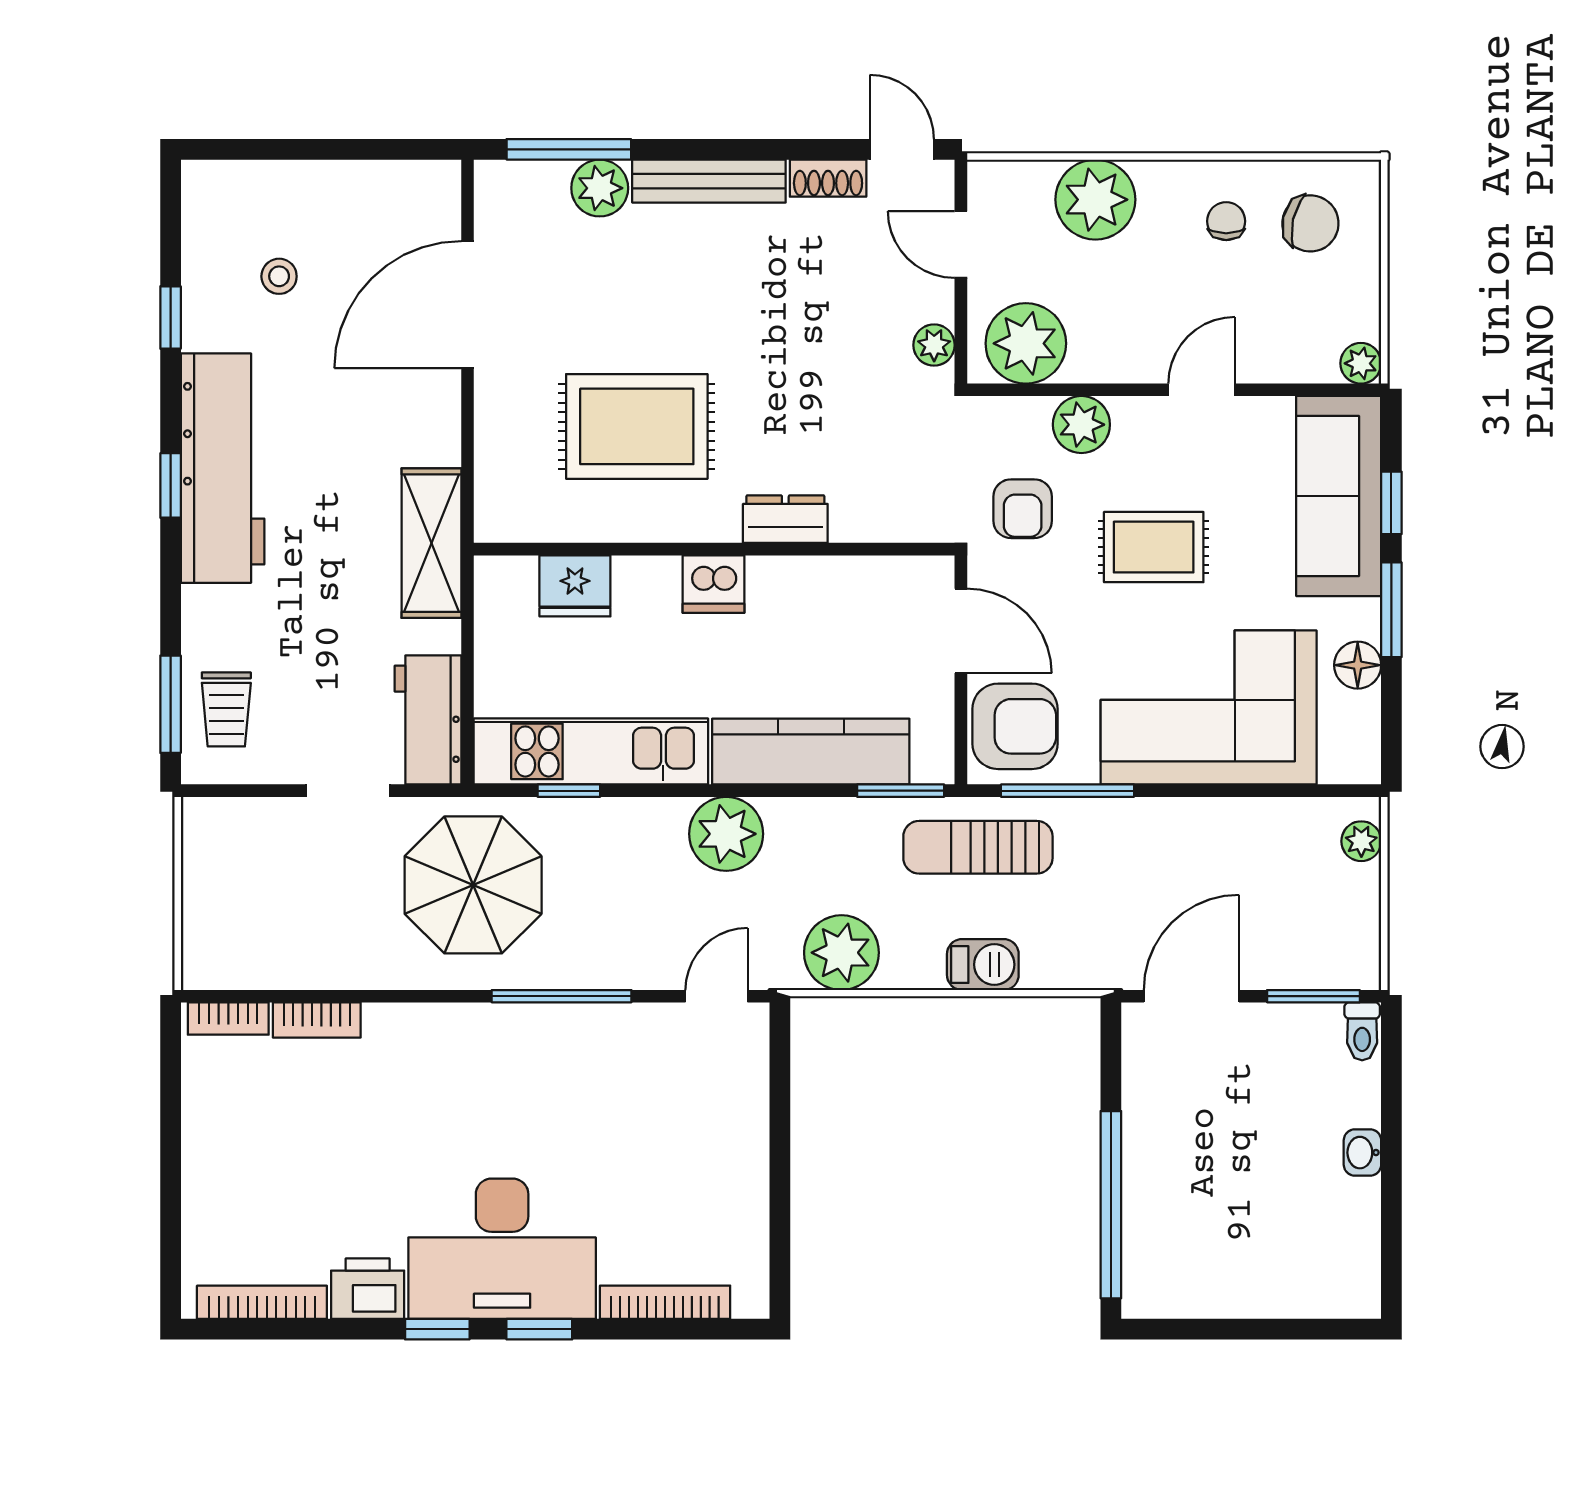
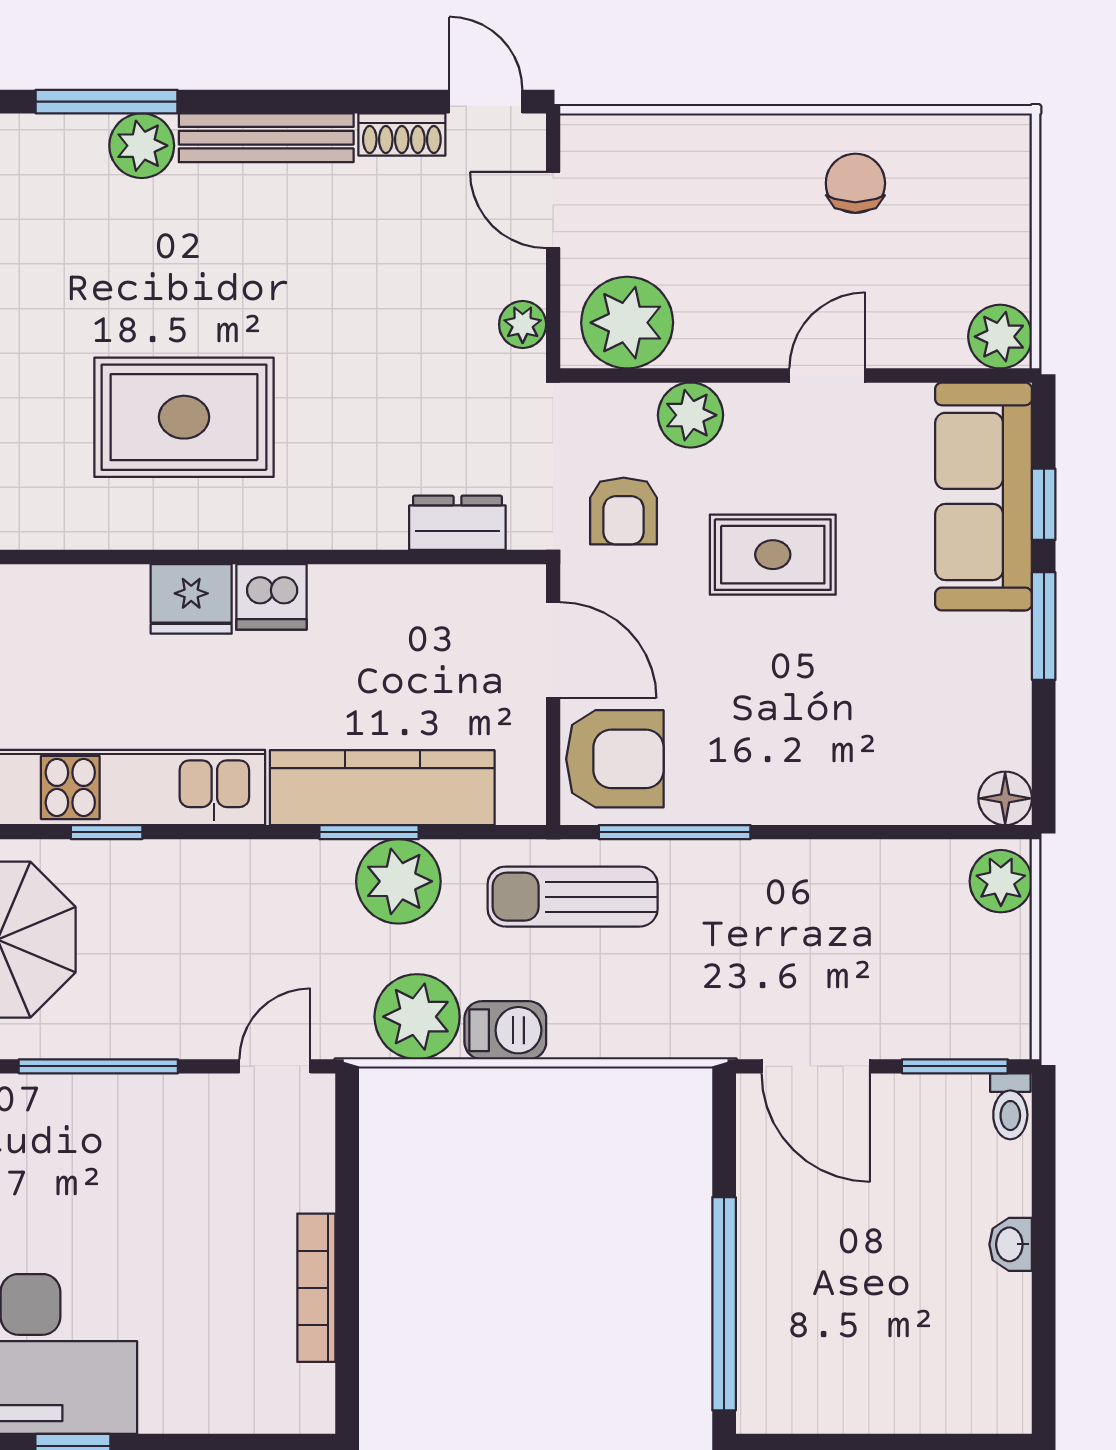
plant: (1095, 200) -> (707, 159), removed
chair: (1226, 221) -> (855, 183), width x1.37, depth x1.37
chair: (1310, 223) -> (951, 186), removed
plant: (1361, 363) -> (1000, 337), width x1.38, depth x1.38
dresser: (785, 519) -> (457, 523), moved
fridge: (575, 586) -> (191, 599), moved
floor lamp: (1358, 665) -> (1005, 798), moved
corner sofa: (1209, 707) -> (835, 737), removed
window: (901, 791) -> (369, 832), moved
plant: (726, 834) -> (398, 881), moved
plant: (1361, 841) -> (1001, 881), width x1.38, depth x1.38
barbecue: (983, 965) -> (505, 1030), moved
door: (1191, 996) -> (816, 1066), swing flipped
bookcase: (665, 1302) -> (316, 1288), moved, turned -90

